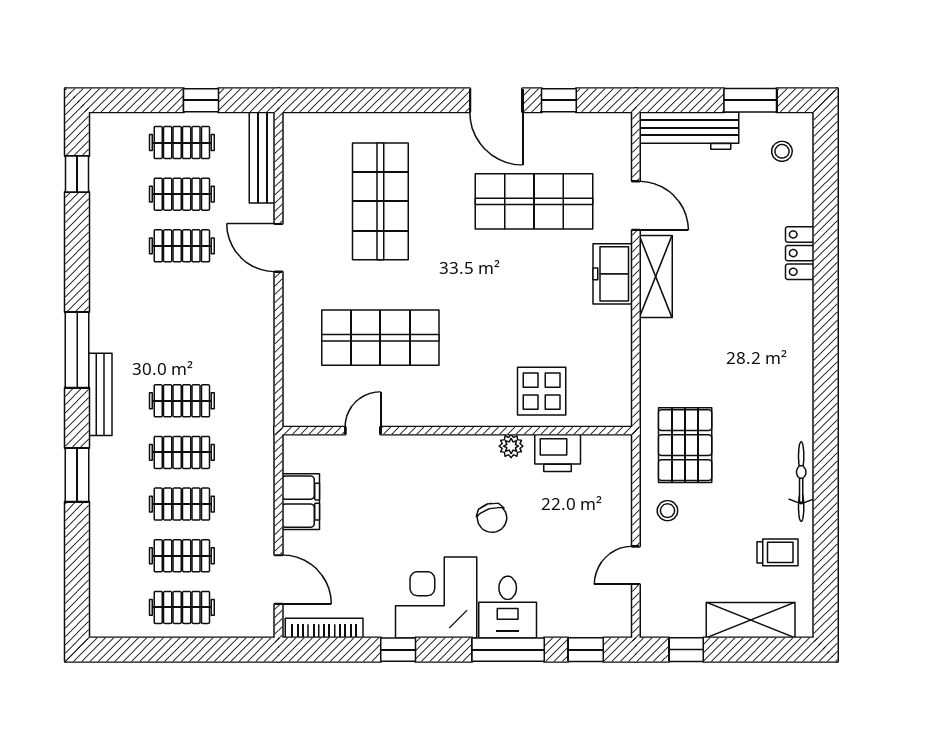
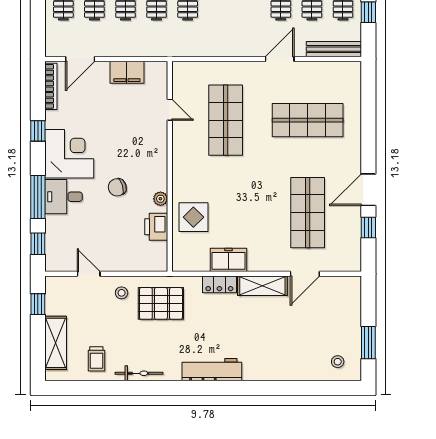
workbench: (689, 131) -> (212, 370), moved, turned 90
locker: (800, 253) -> (219, 284), moved, turned 180
freezer: (613, 274) -> (228, 260), moved

